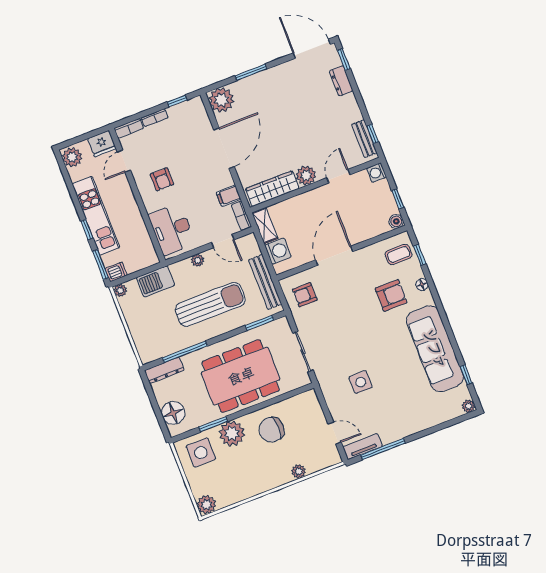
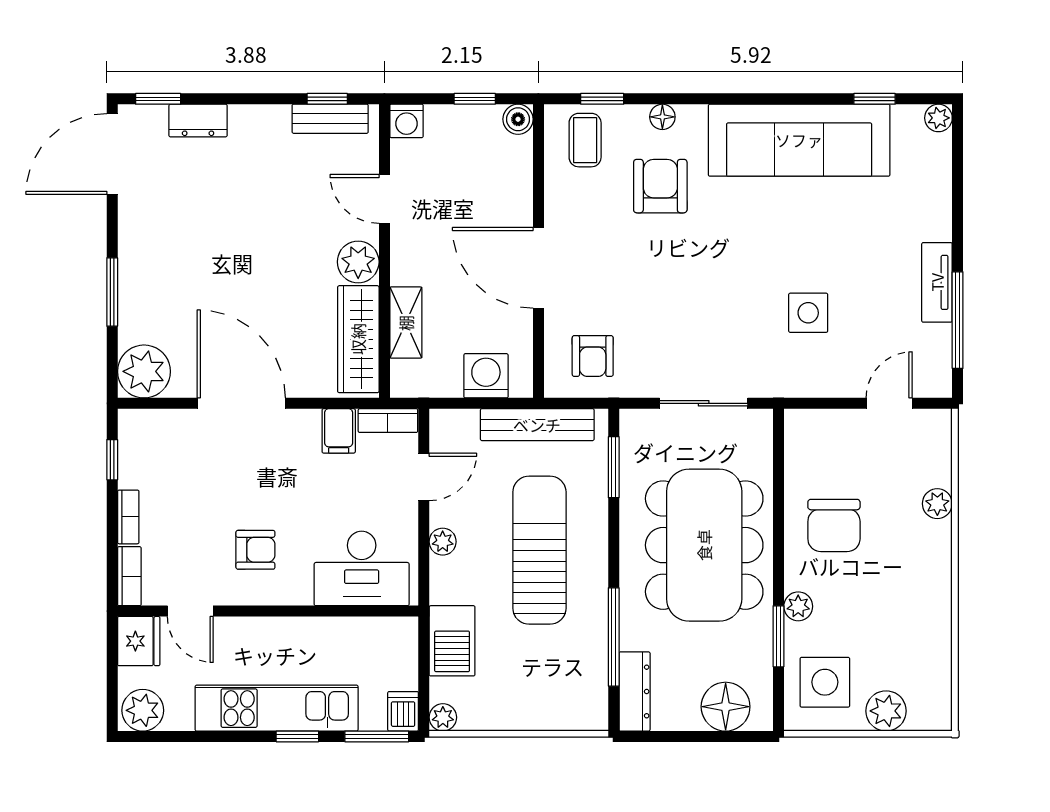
shelving: (265, 225) -> (406, 323), moved, turned 90
plant: (232, 433) -> (798, 606), width x0.53, depth x0.53
tv unit: (363, 447) -> (937, 282), moved
plant: (207, 505) -> (886, 711), moved

